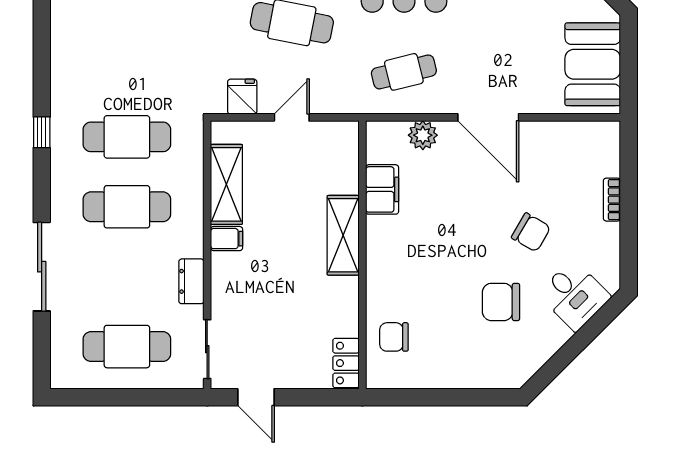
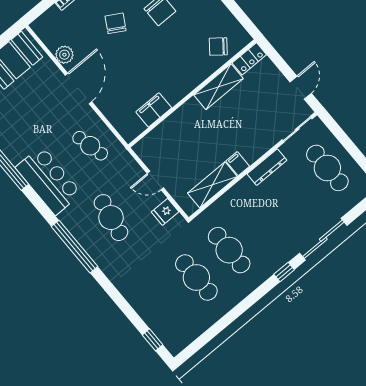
window: (42, 132) -> (284, 272), moved
plant: (423, 135) -> (64, 55), moved
cafe table: (127, 207) -> (196, 277), moved
shelving: (343, 235) -> (218, 87), moved
dresser: (191, 281) -> (267, 167), width x1.44
chair: (394, 337) -> (218, 47), turned 128

